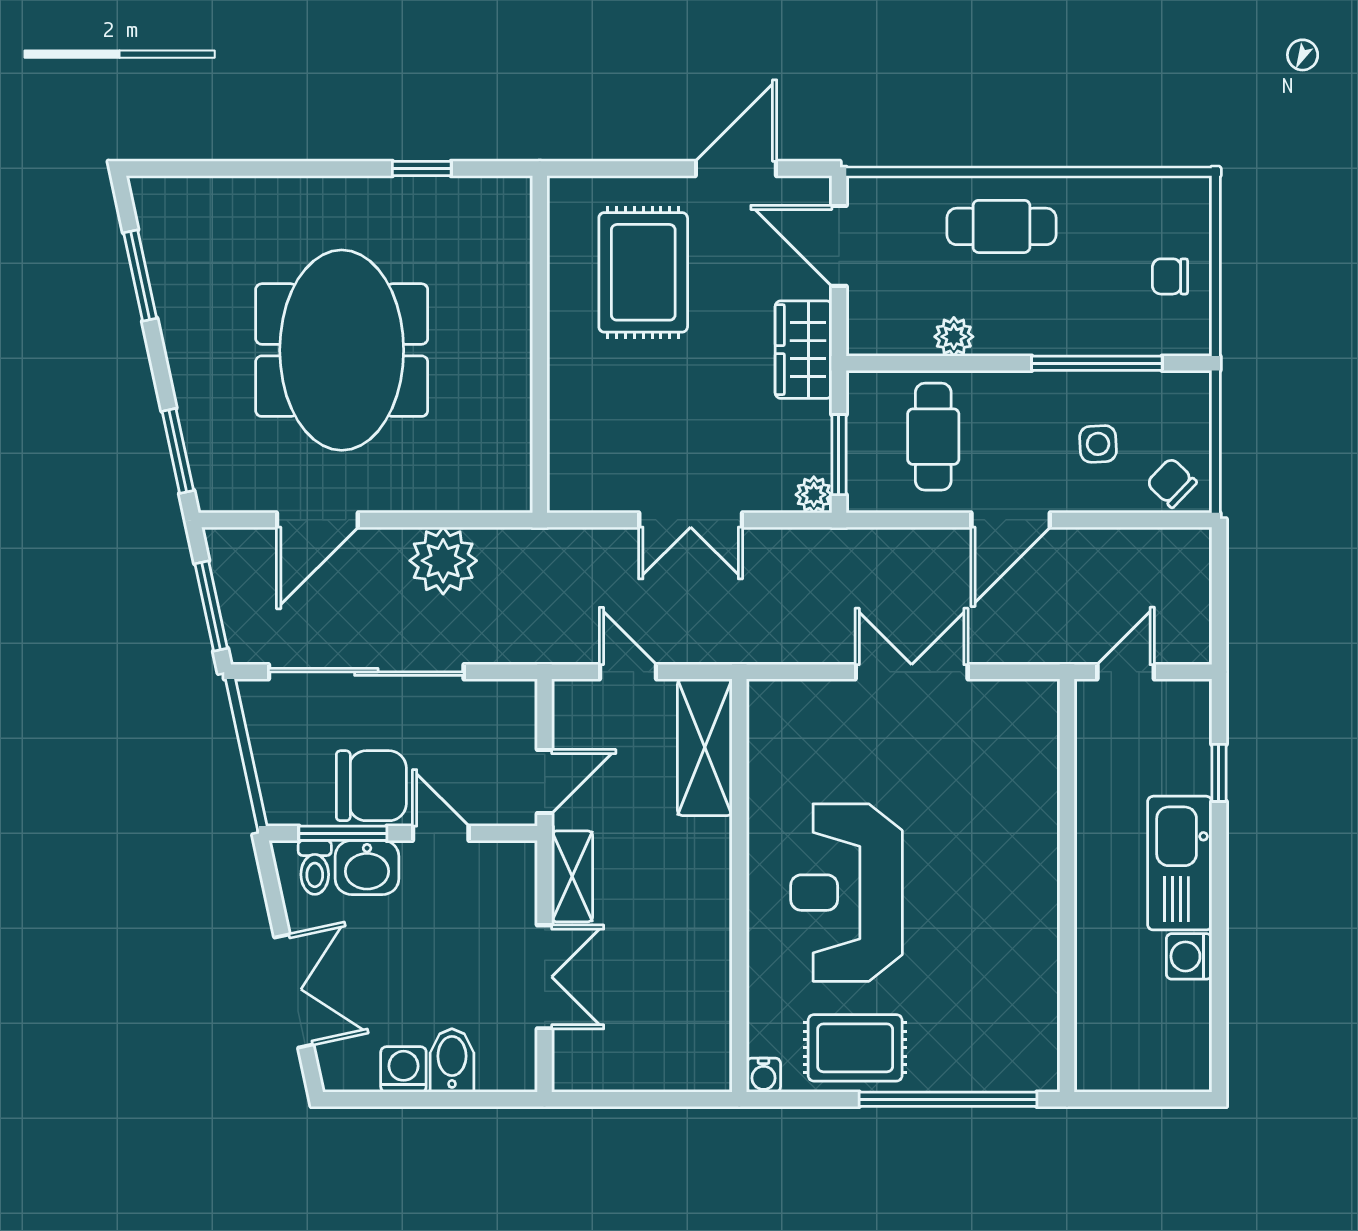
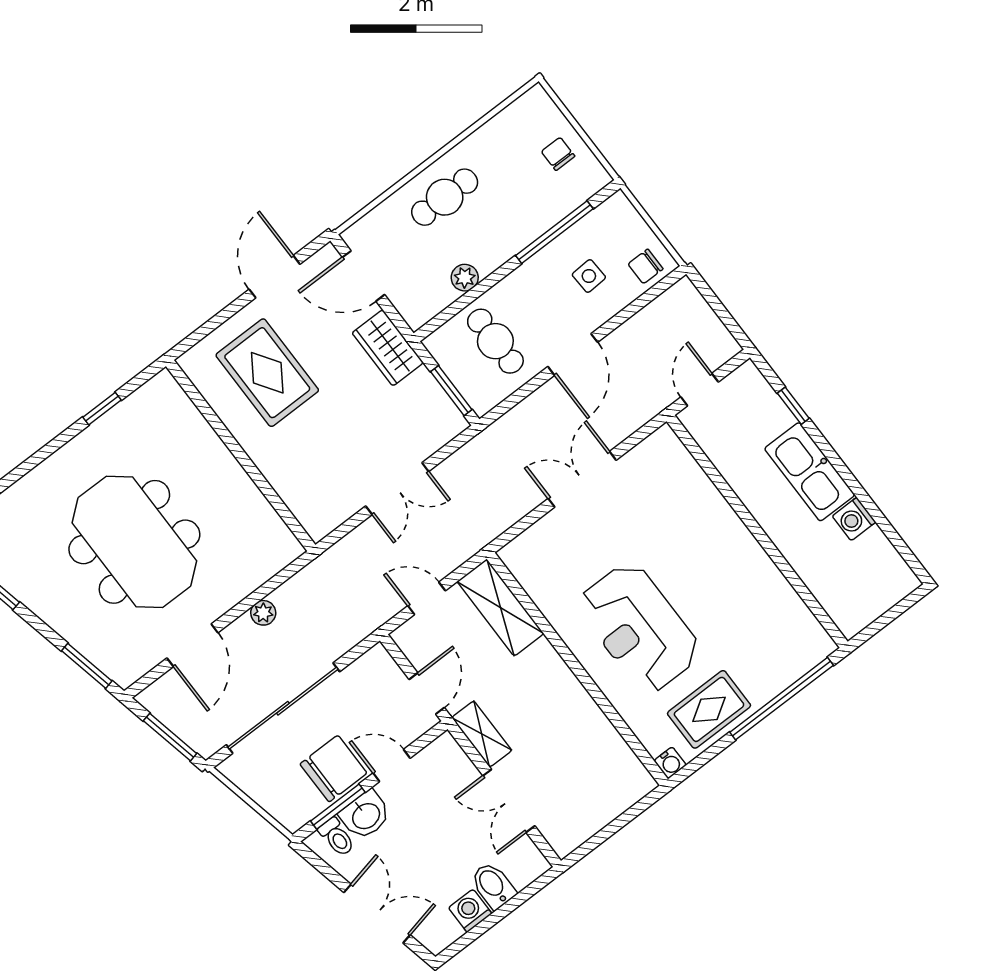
chair: (1170, 276) -> (558, 154), turned 90
chair: (1172, 483) -> (646, 266), turned -44
plant: (814, 495) -> (454, 423), removed
plant: (443, 561) -> (263, 613), width x0.53, depth x0.53
double door: (545, 977) -> (509, 801), swing flipped

